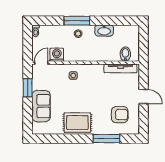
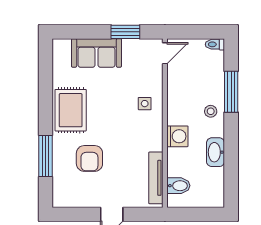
window: (77, 21) -> (231, 92), moved
washing machine: (57, 55) -> (177, 136), moved
door: (41, 63) -> (165, 53), hinge flipped
armchair: (120, 115) -> (89, 158), moved

